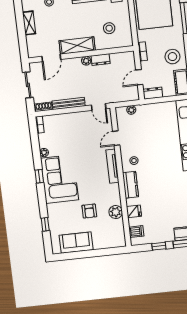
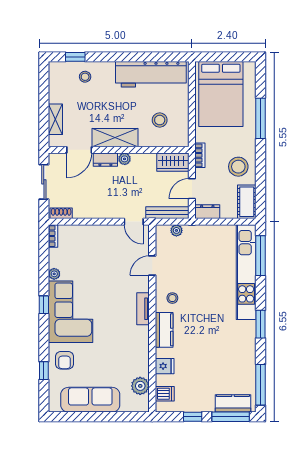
shelving: (29, 23) -> (55, 119), moved
wardrobe: (123, 59) -> (173, 162), added
dresser: (101, 60) -> (105, 160), moved
bench: (69, 104) -> (167, 213), moved
tv unit: (112, 166) -> (143, 309), width x0.71
armchair: (89, 211) -> (65, 360), moved
plant: (116, 212) -> (140, 386), moved
sofa: (76, 243) -> (90, 400), width x1.36

